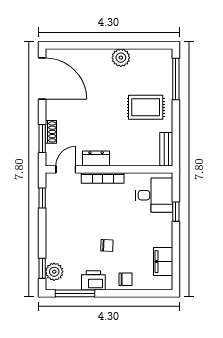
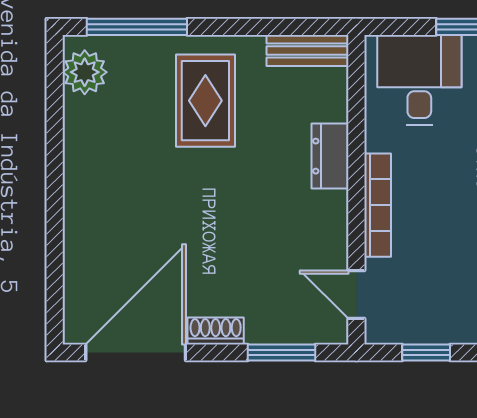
plant: (121, 58) -> (85, 72), moved
shoe rack: (51, 132) -> (216, 331), moved
dresser: (96, 159) -> (330, 156), moved

